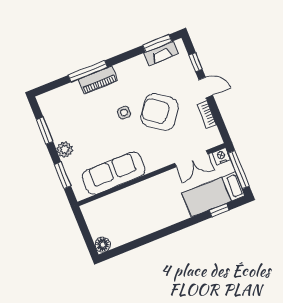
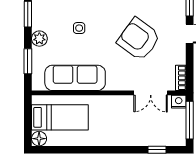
side table: (124, 113) -> (79, 28), moved
bookcase: (207, 115) -> (181, 78), moved
bed: (213, 194) -> (60, 117), moved, turned 180

